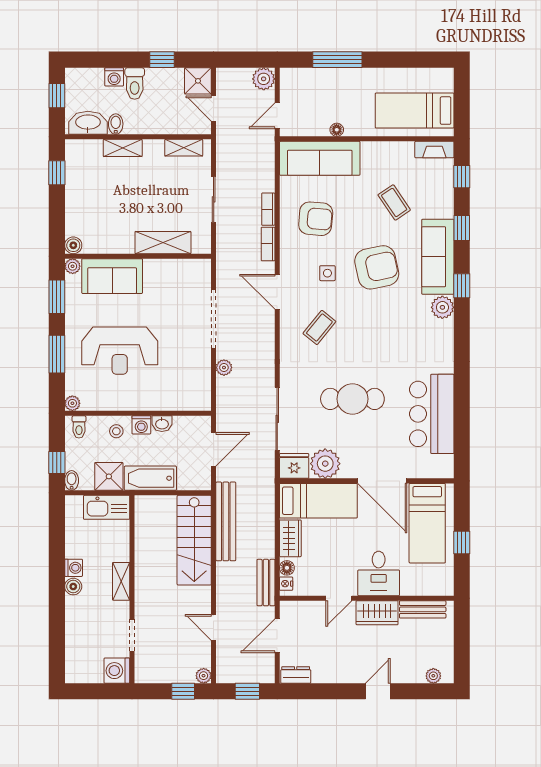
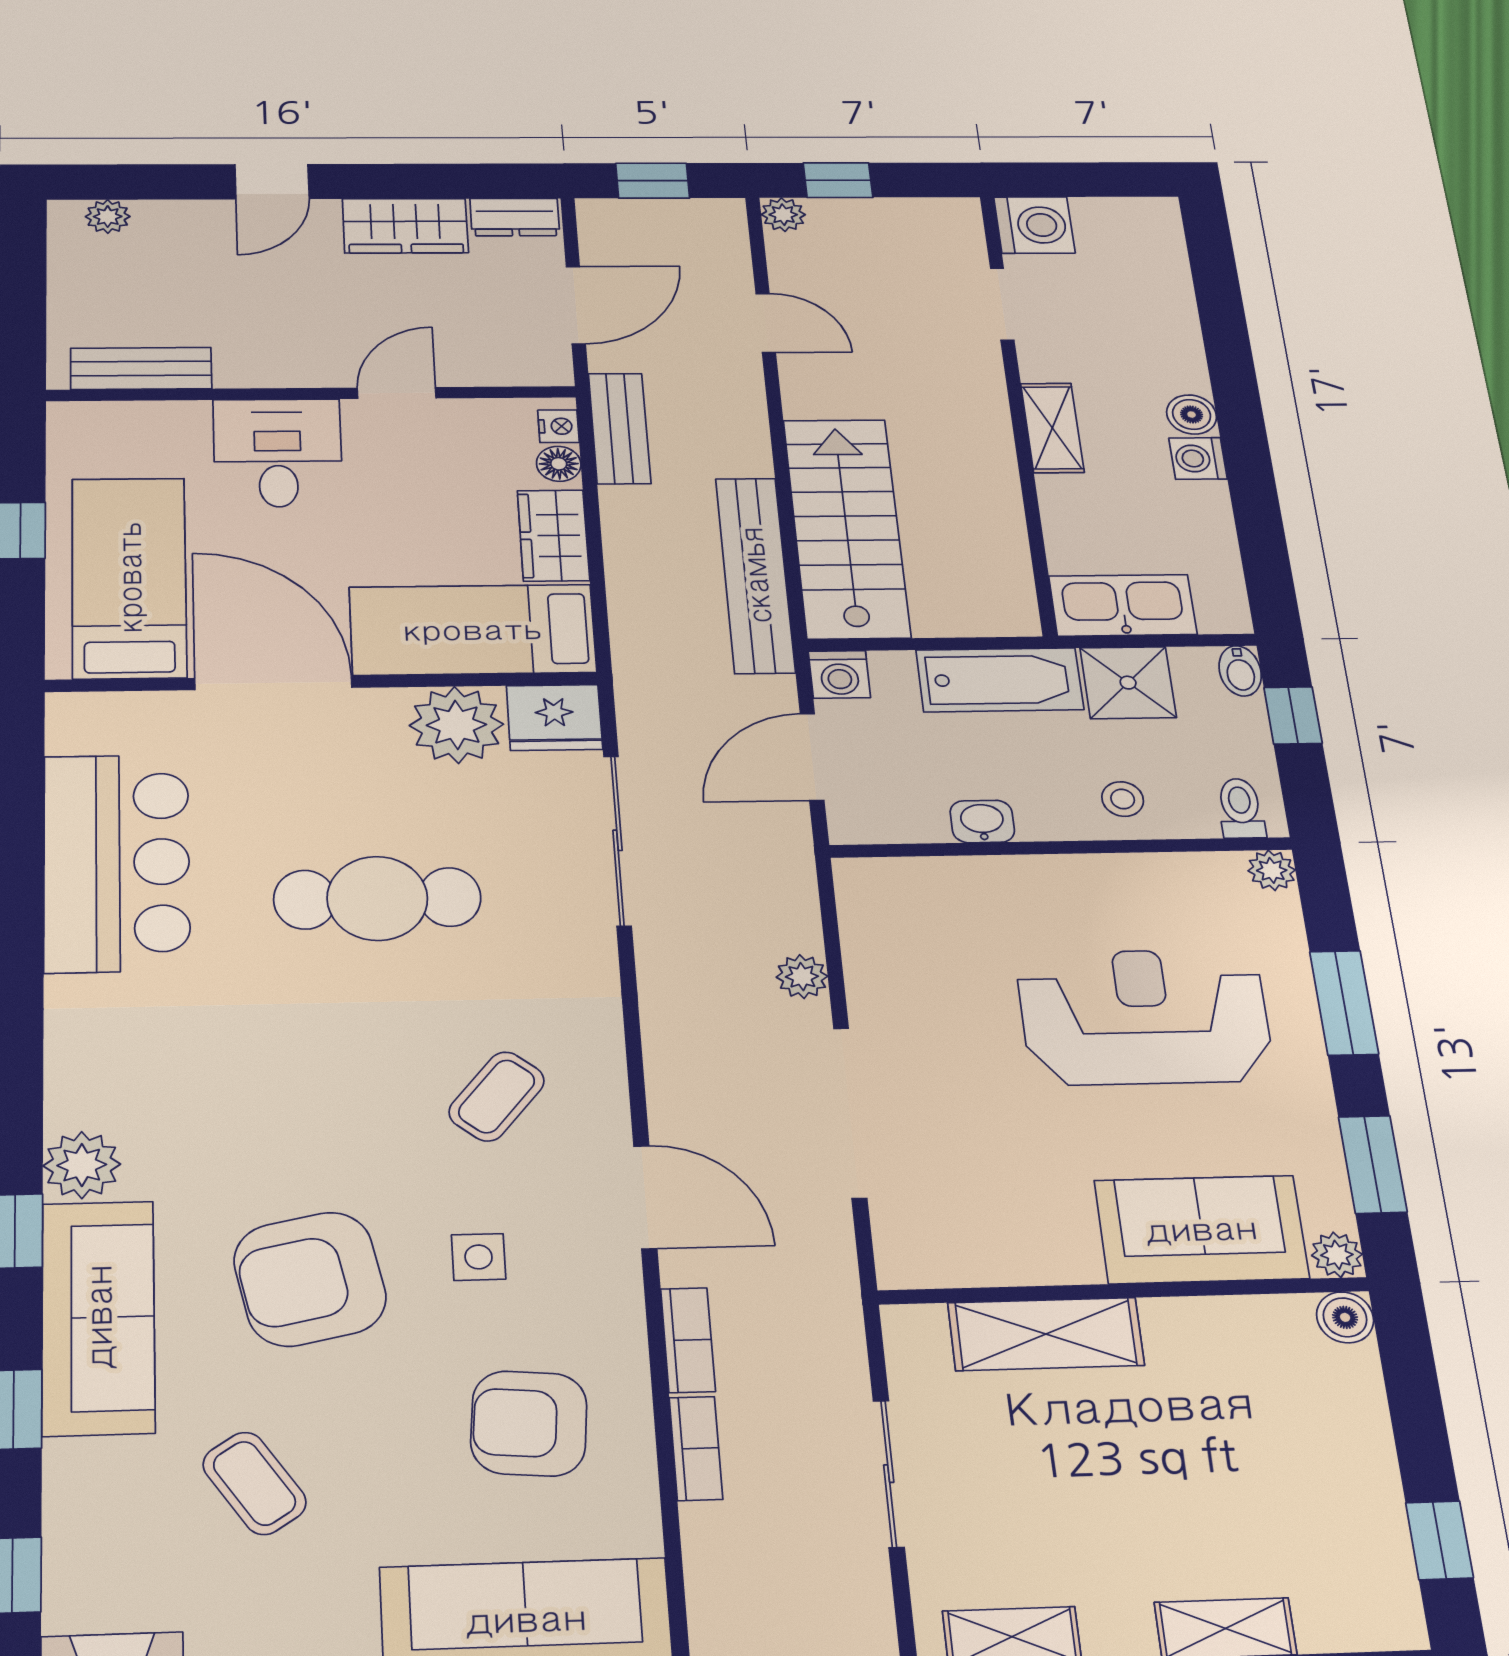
washing machine: (141, 425) -> (839, 674), moved, turned 180
wardrobe: (377, 613) -> (405, 226), moved, turned 180

